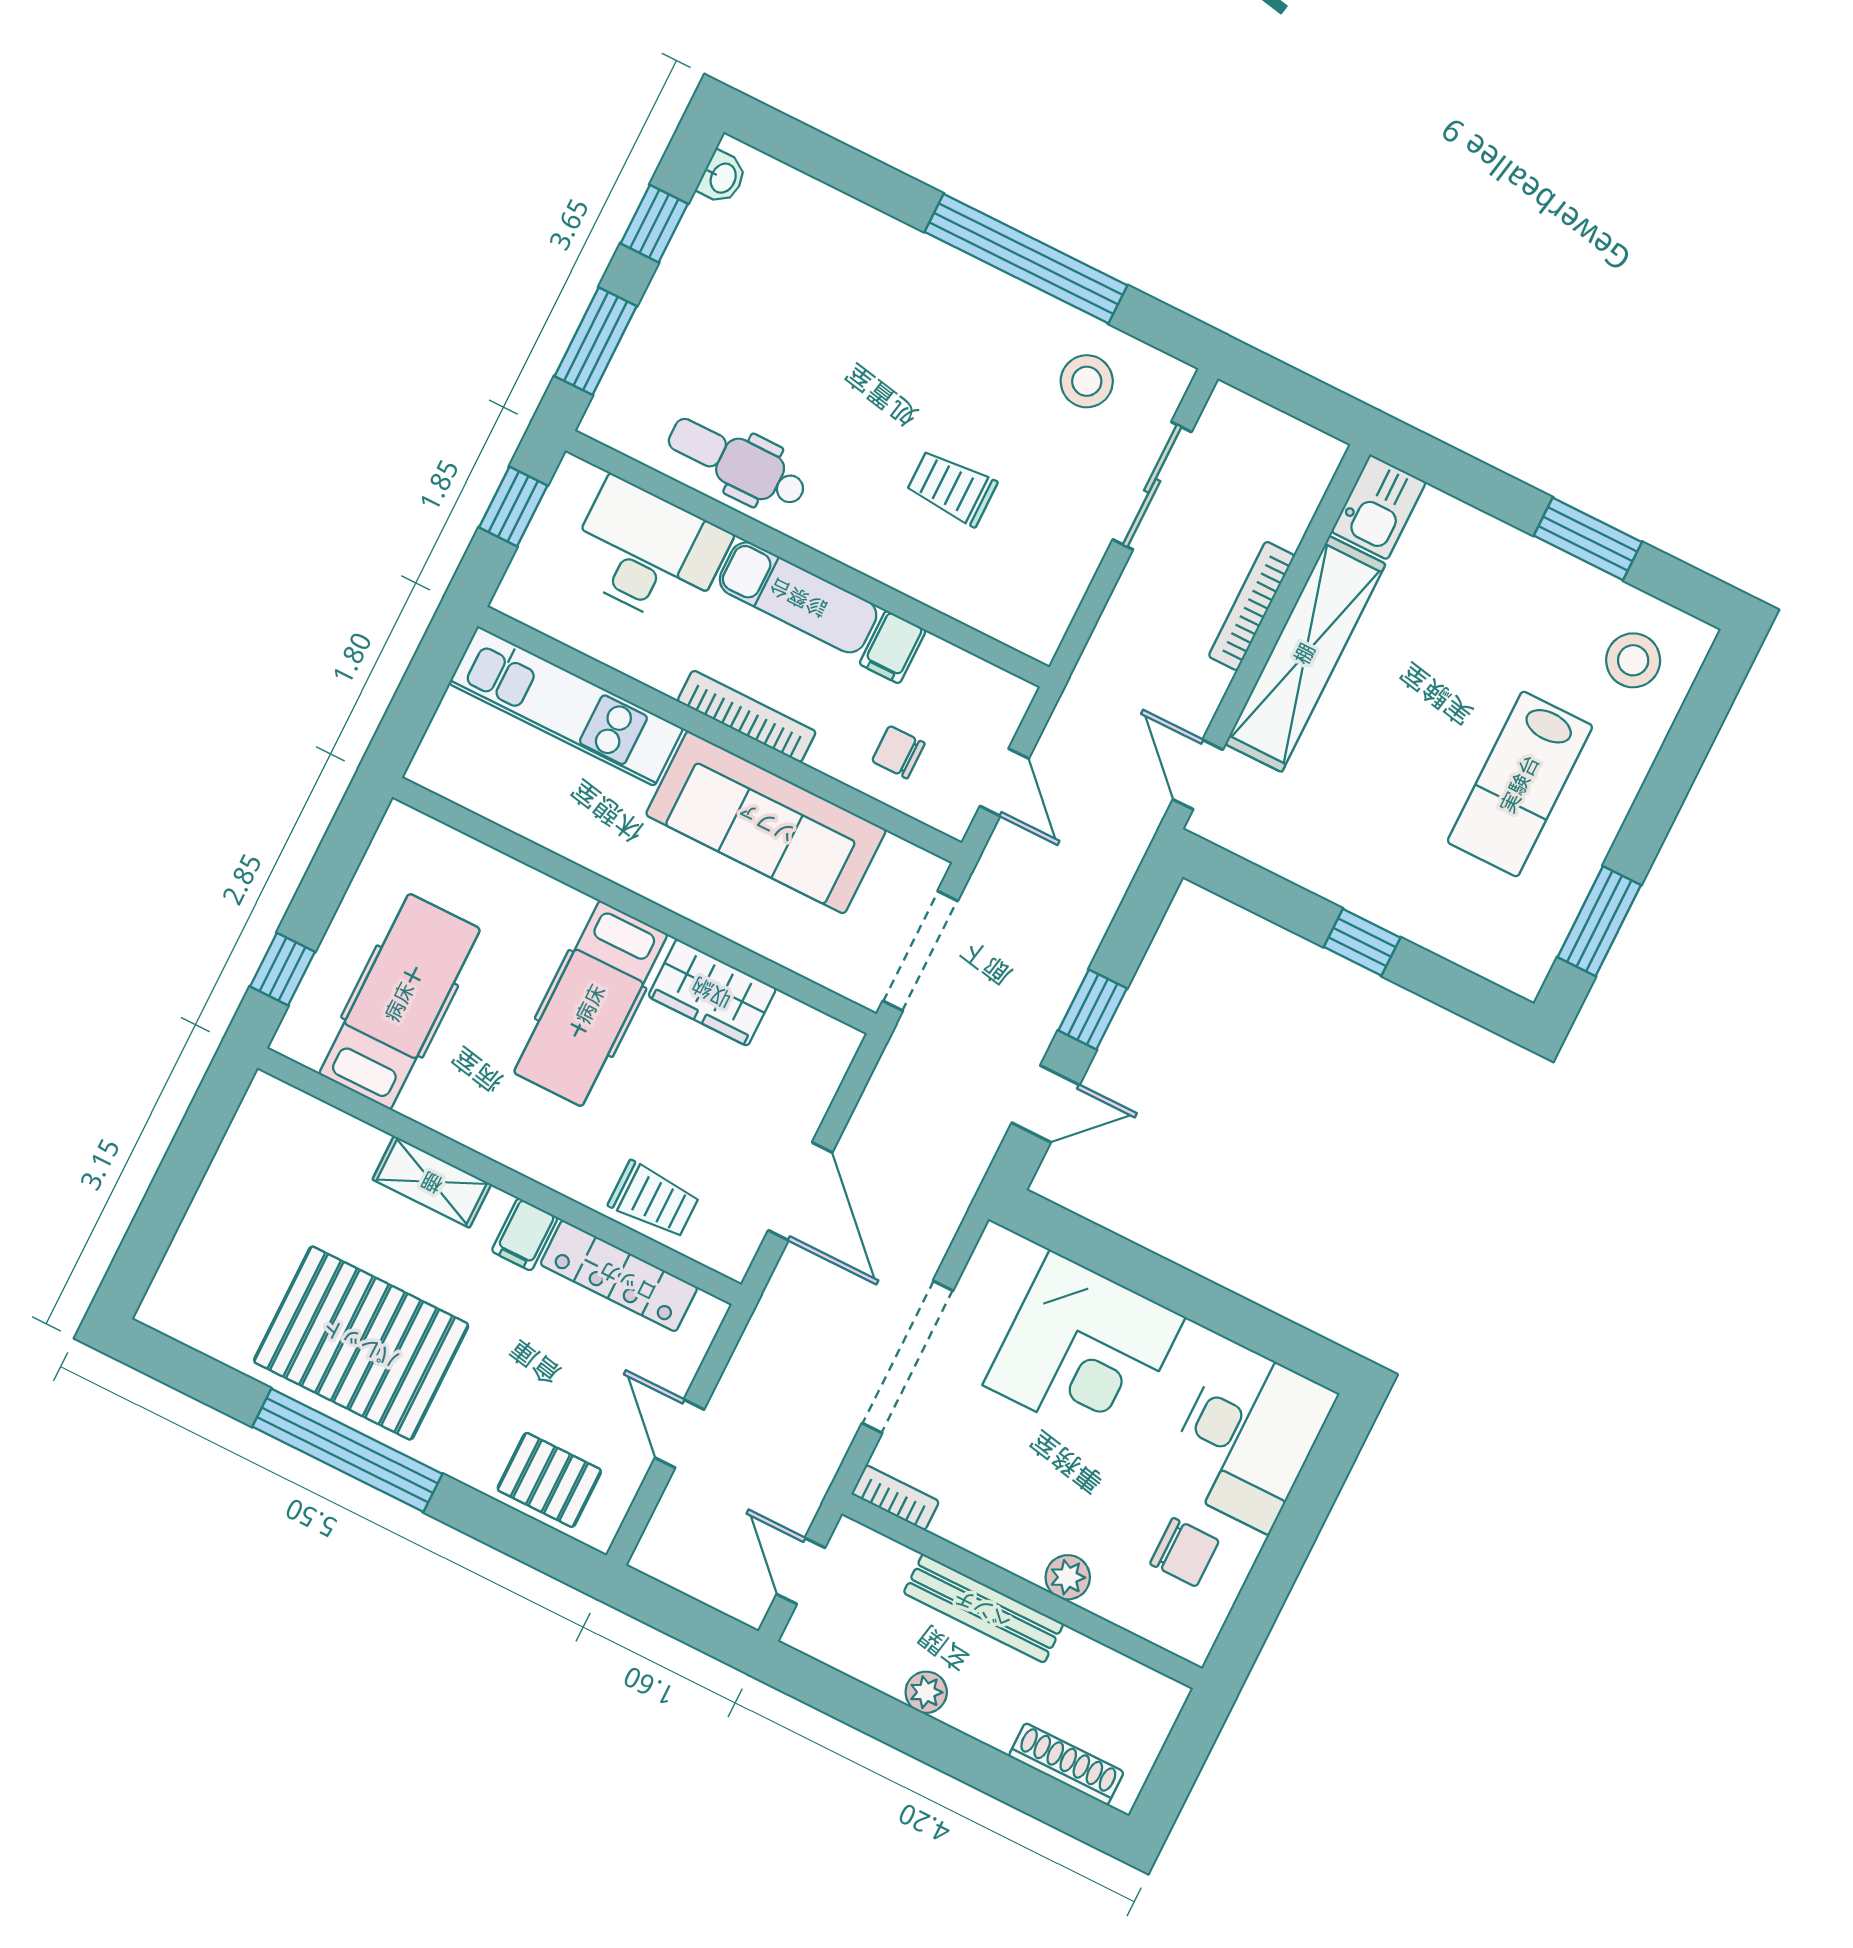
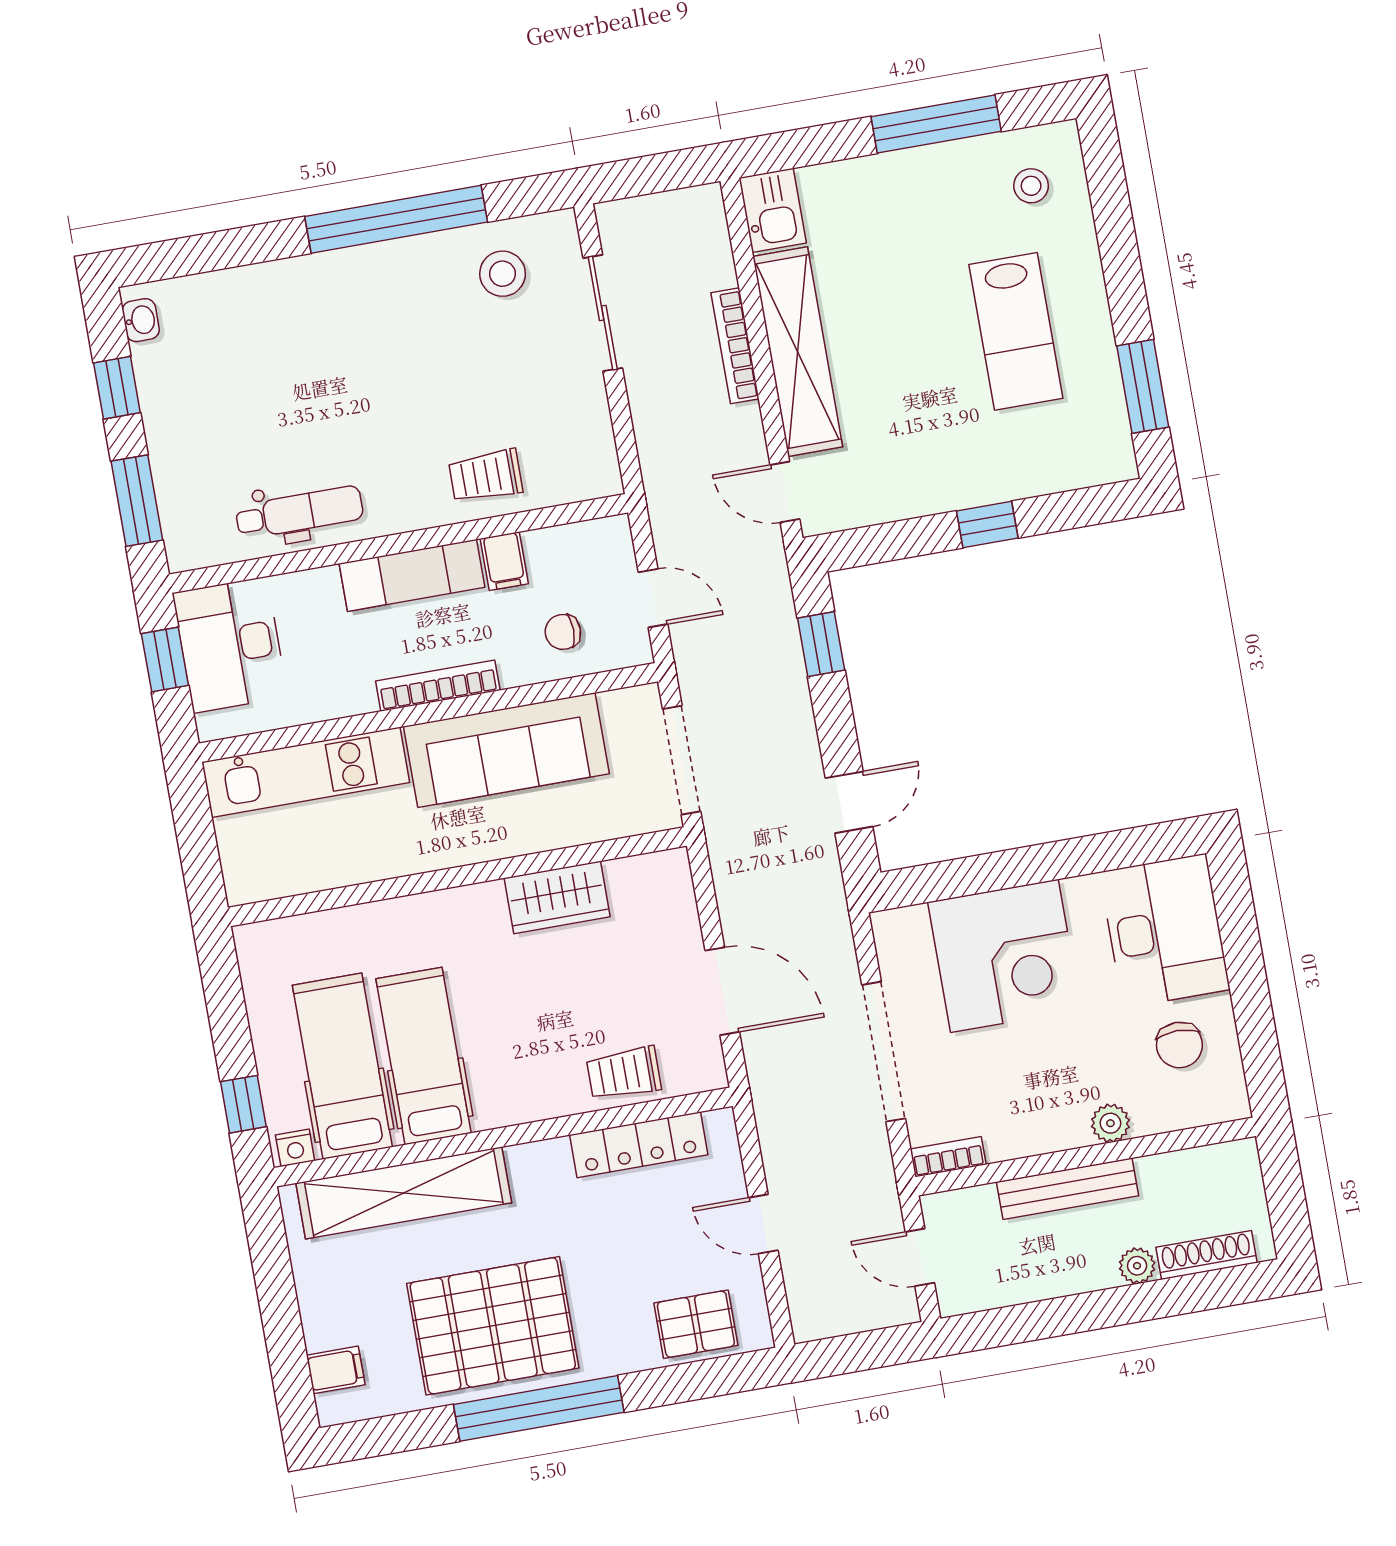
dental chair: (737, 463) -> (299, 512), turned 180
trolley: (952, 488) -> (486, 476), moved
window: (1588, 539) -> (936, 124), width x1.44
desk: (648, 553) -> (230, 645), moved, turned -90
stool: (1633, 660) -> (1031, 186), width x0.73, depth x0.73
hospital bed: (591, 1004) -> (424, 1056), moved, turned 180
window: (1093, 1009) -> (821, 644), moved
nightstand: (300, 1045) -> (295, 1148), added
shelving: (432, 1182) -> (404, 1193), width x2.20, depth x1.33
trolley: (654, 1200) -> (624, 1073), turned 180
filing cabinet: (525, 1234) -> (336, 1370), moved, turned -90
chair: (1185, 1552) -> (1179, 1045), turned 90
plant: (926, 1692) -> (1137, 1266), moved

